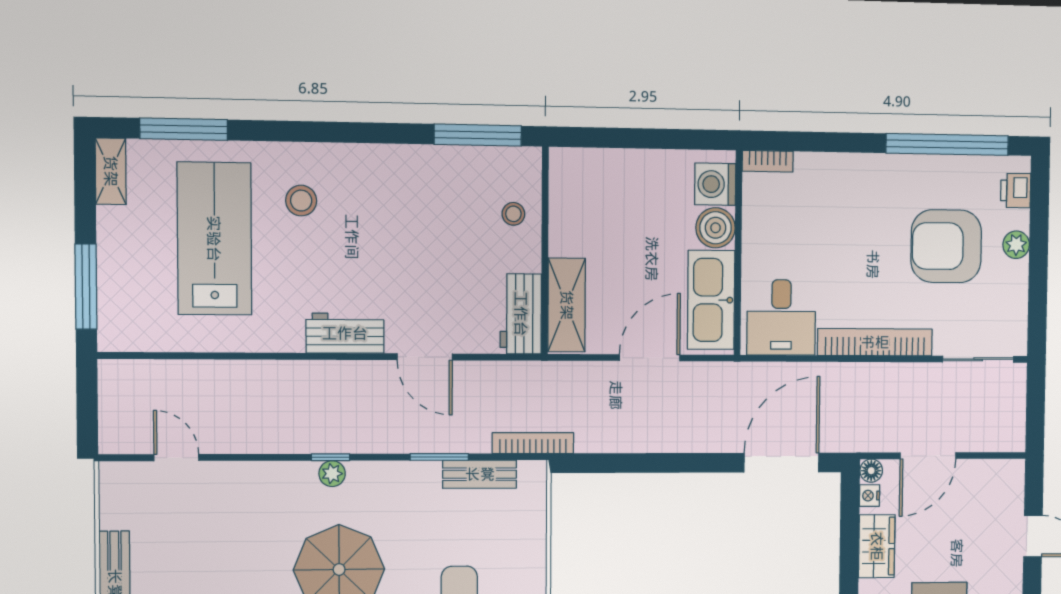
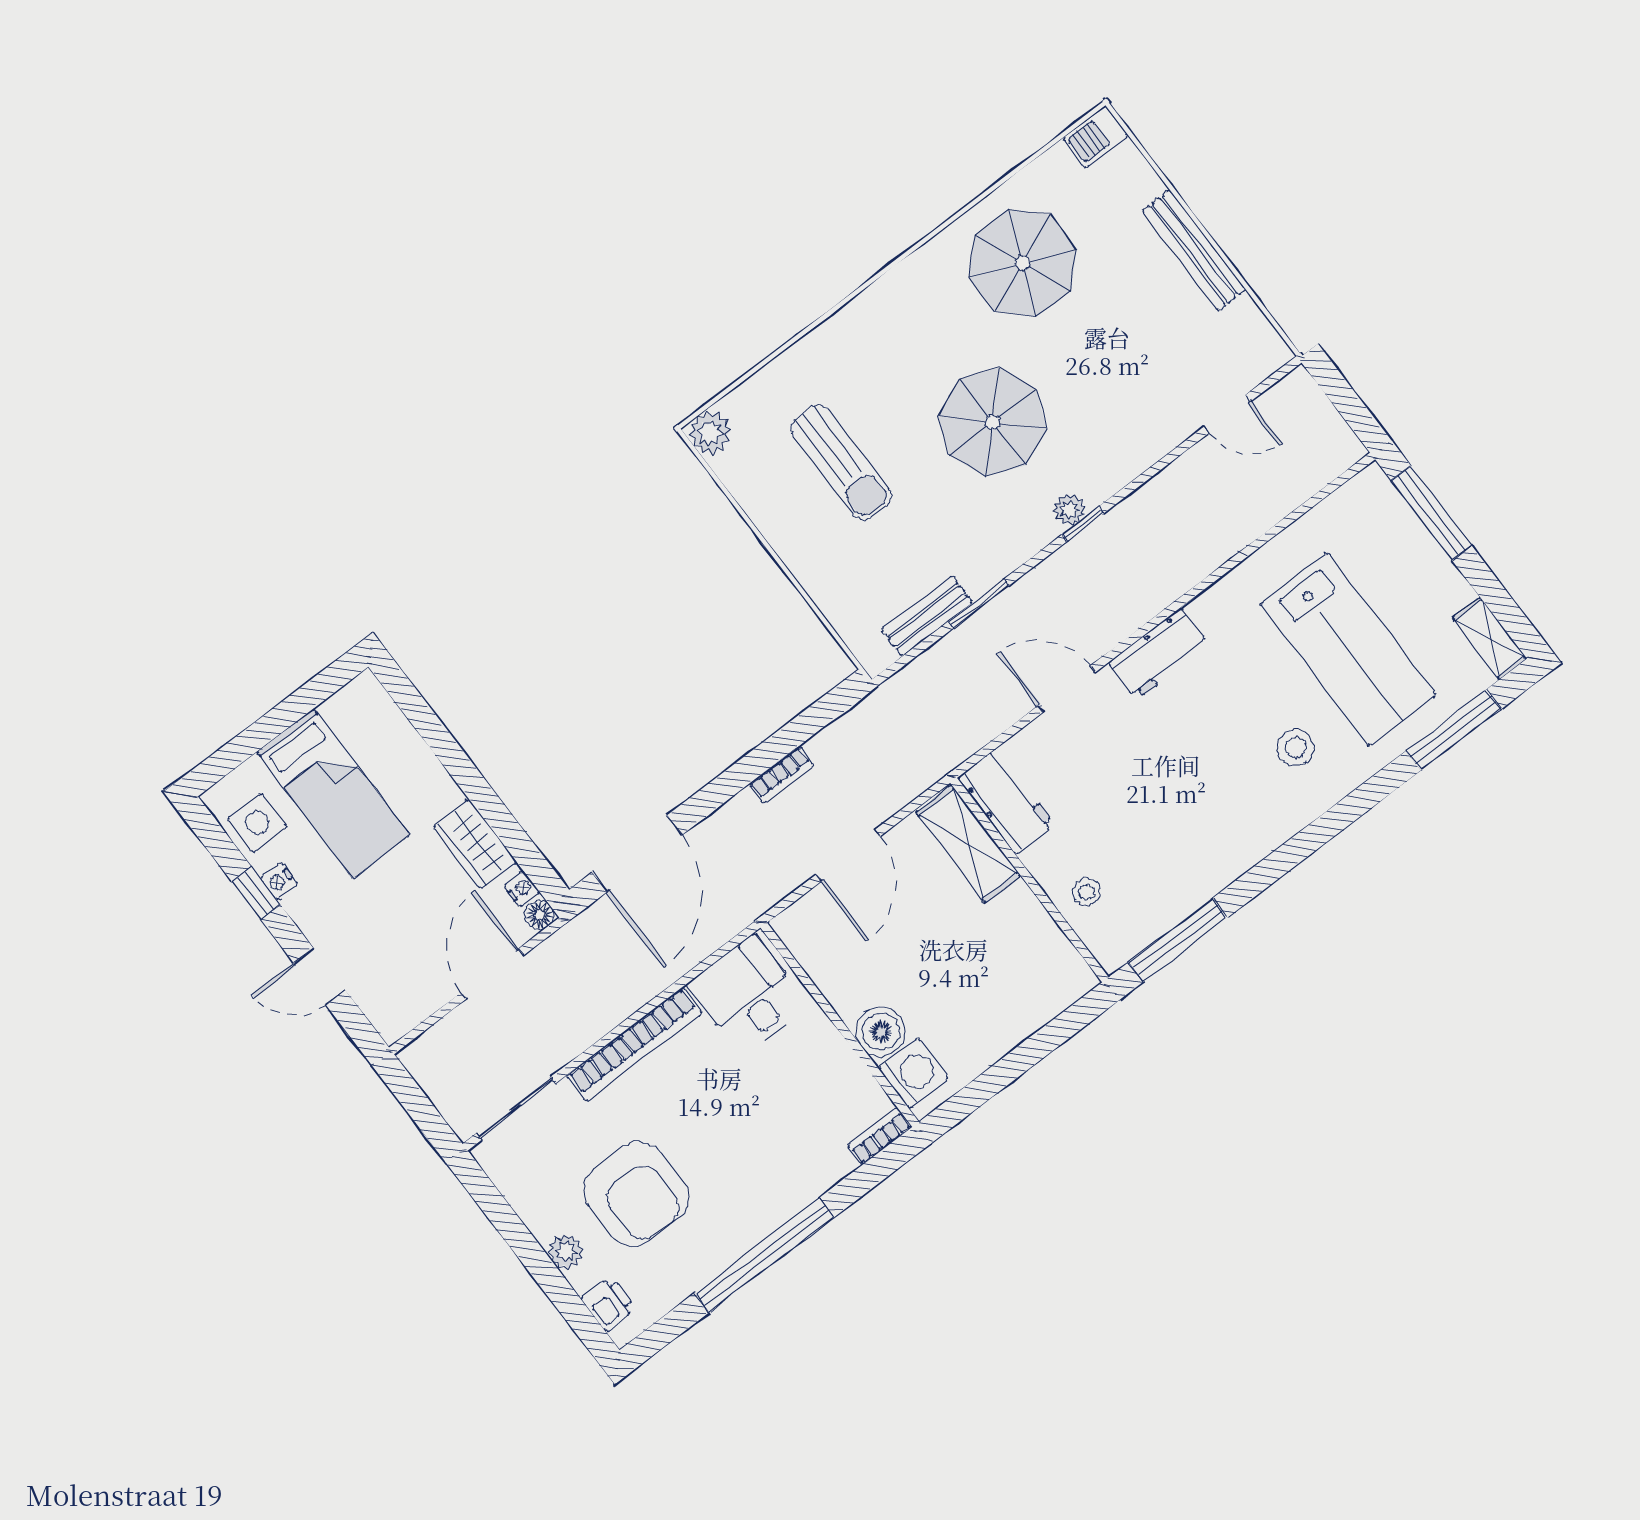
window: (947, 144) -> (764, 1255), moved
armchair: (946, 246) -> (636, 1194), turned 90
kitchen sink: (711, 300) -> (831, 958), removed
bookcase: (533, 443) -> (781, 775), moved, width x0.64

